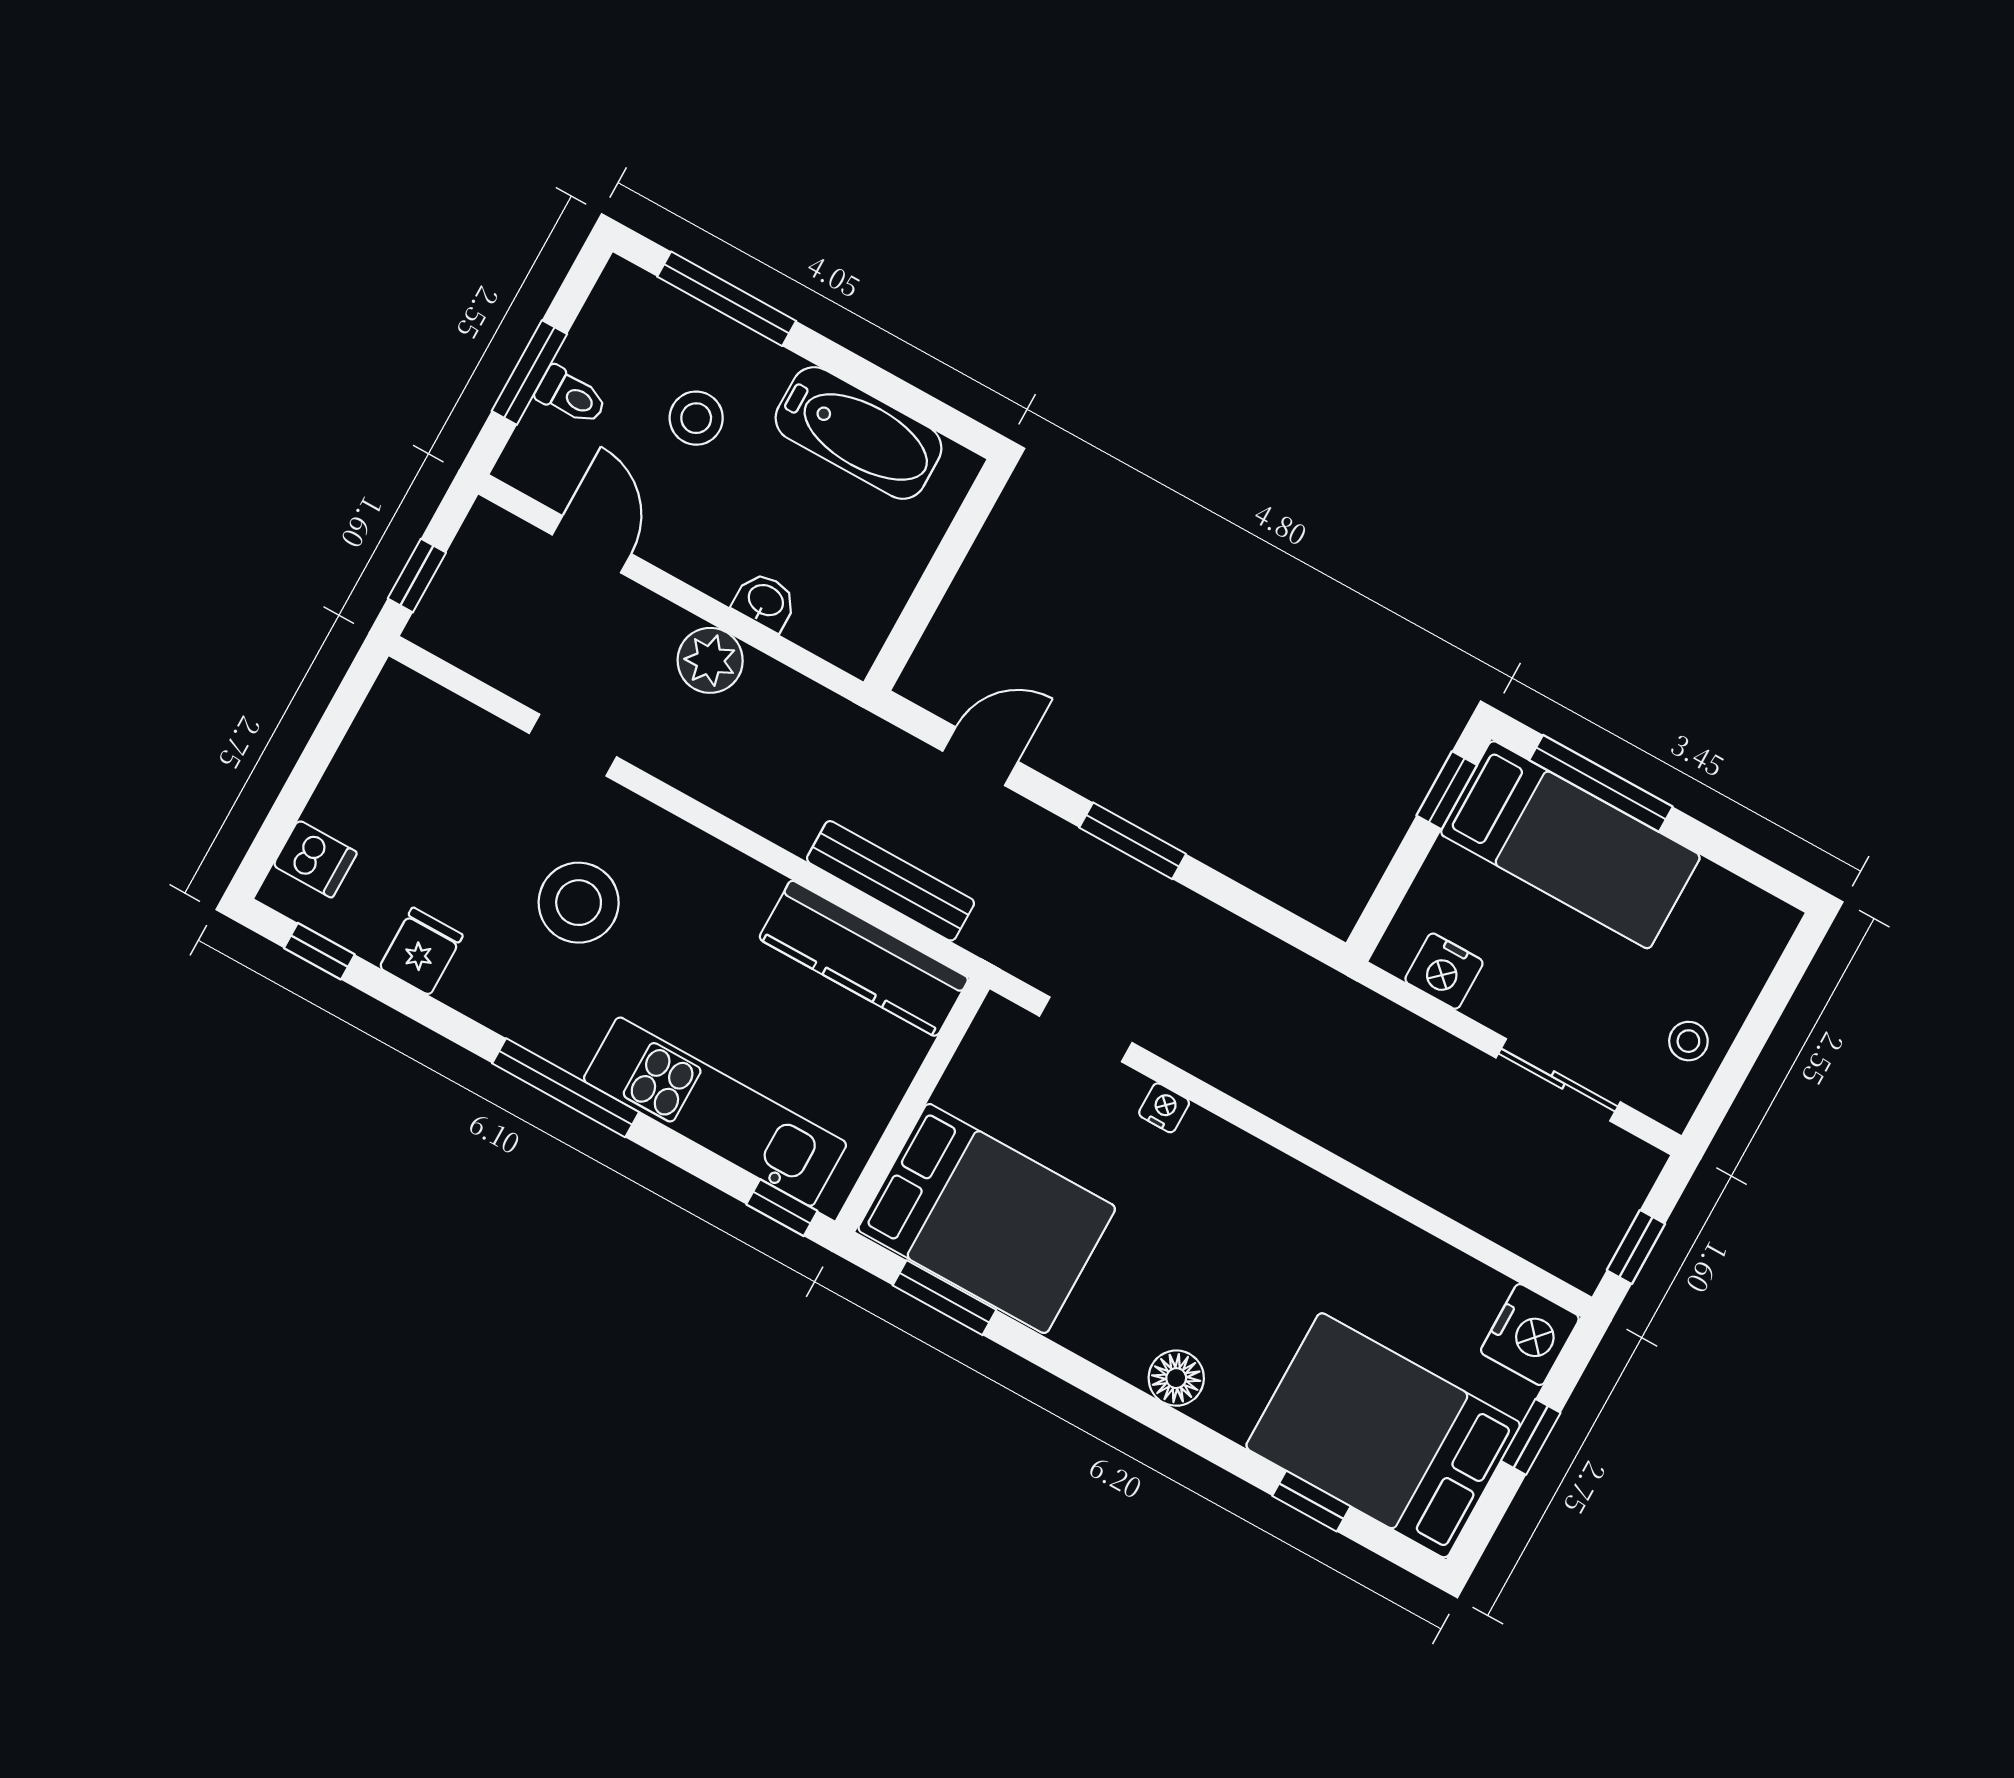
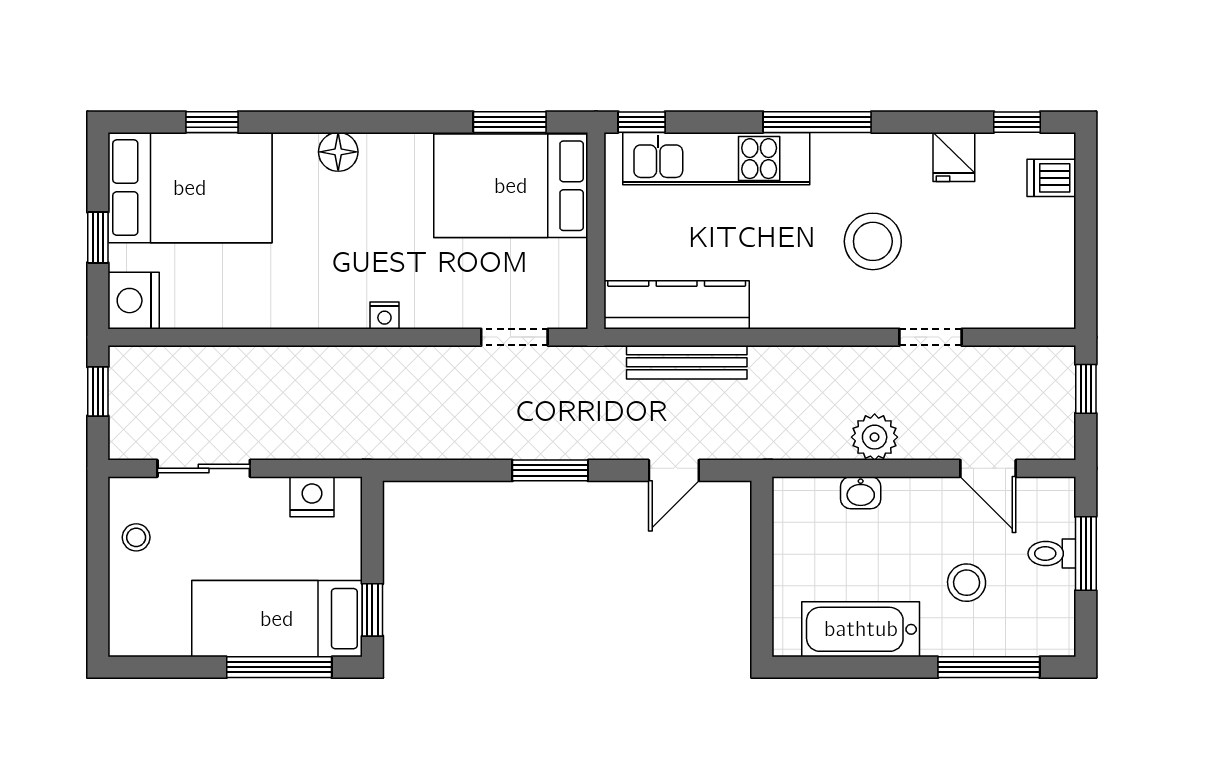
nightstand: (1164, 1108) -> (384, 315), moved

